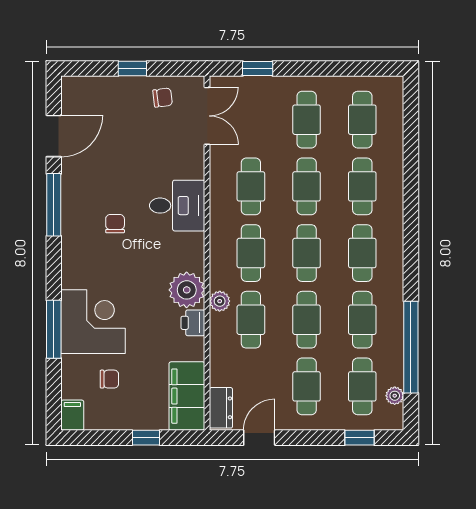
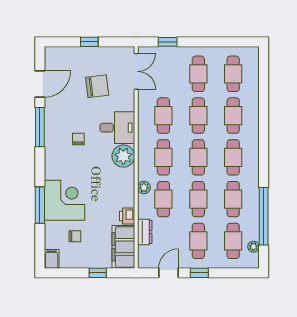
chair: (163, 98) -> (97, 86), moved, width x1.87, depth x1.87
plant: (187, 290) -> (123, 156), moved
printer: (193, 323) -> (127, 216), moved
dresser: (221, 408) -> (145, 232), moved
window: (359, 438) -> (199, 273), moved

